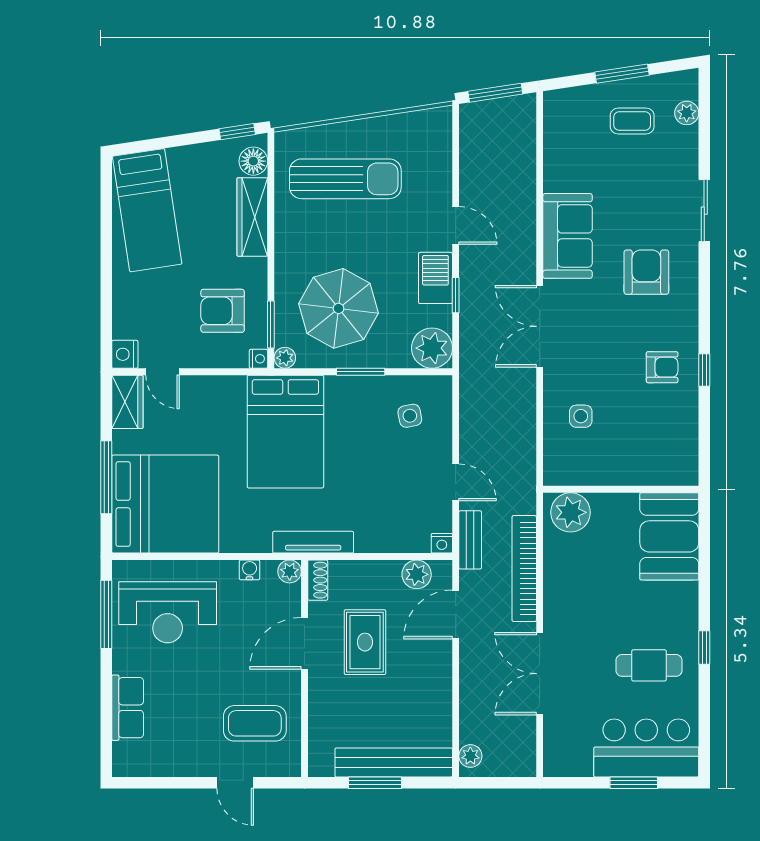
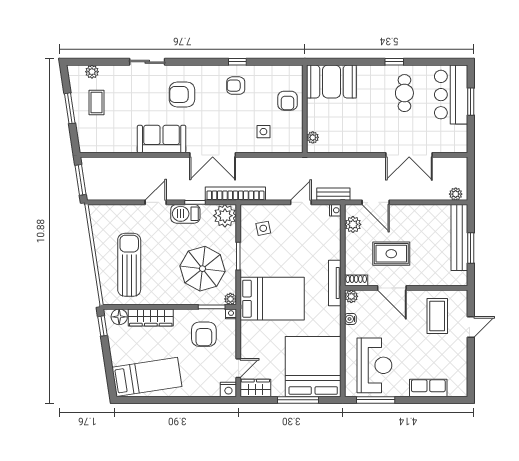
armchair: (662, 367) -> (236, 86), turned -90
armchair: (635, 459) -> (288, 101), added
plant: (570, 512) -> (313, 137), width x0.53, depth x0.53
bookcase: (524, 569) -> (235, 194), moved, turned 180

